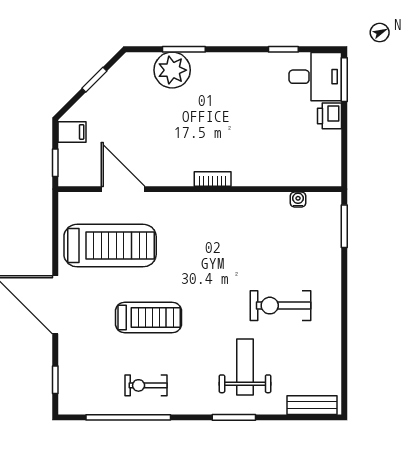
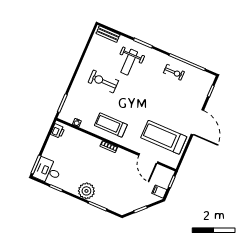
plant: (172, 70) -> (86, 191), moved
printer: (330, 116) -> (58, 131), moved
exercise bike: (281, 306) -> (103, 81), turned 180
treadmill: (148, 318) -> (111, 125), moved

